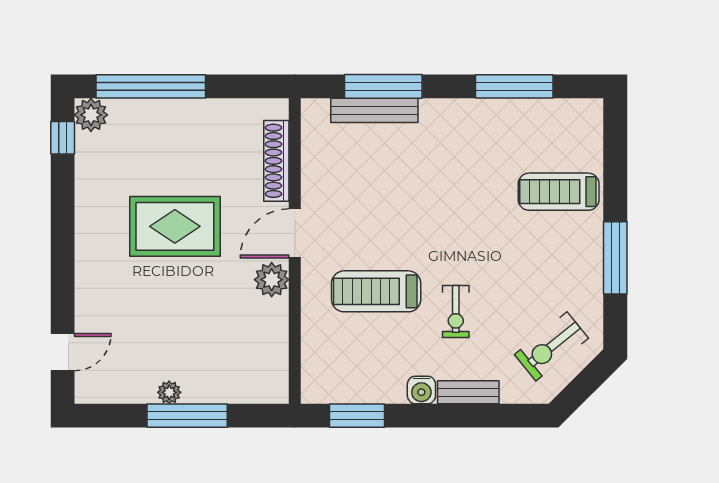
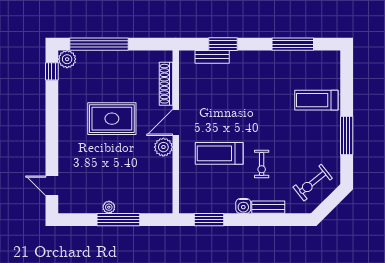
window: (383, 86) -> (223, 44), width x0.69
bench: (374, 110) -> (212, 57), width x0.73
door: (63, 352) -> (52, 186), swing flipped

